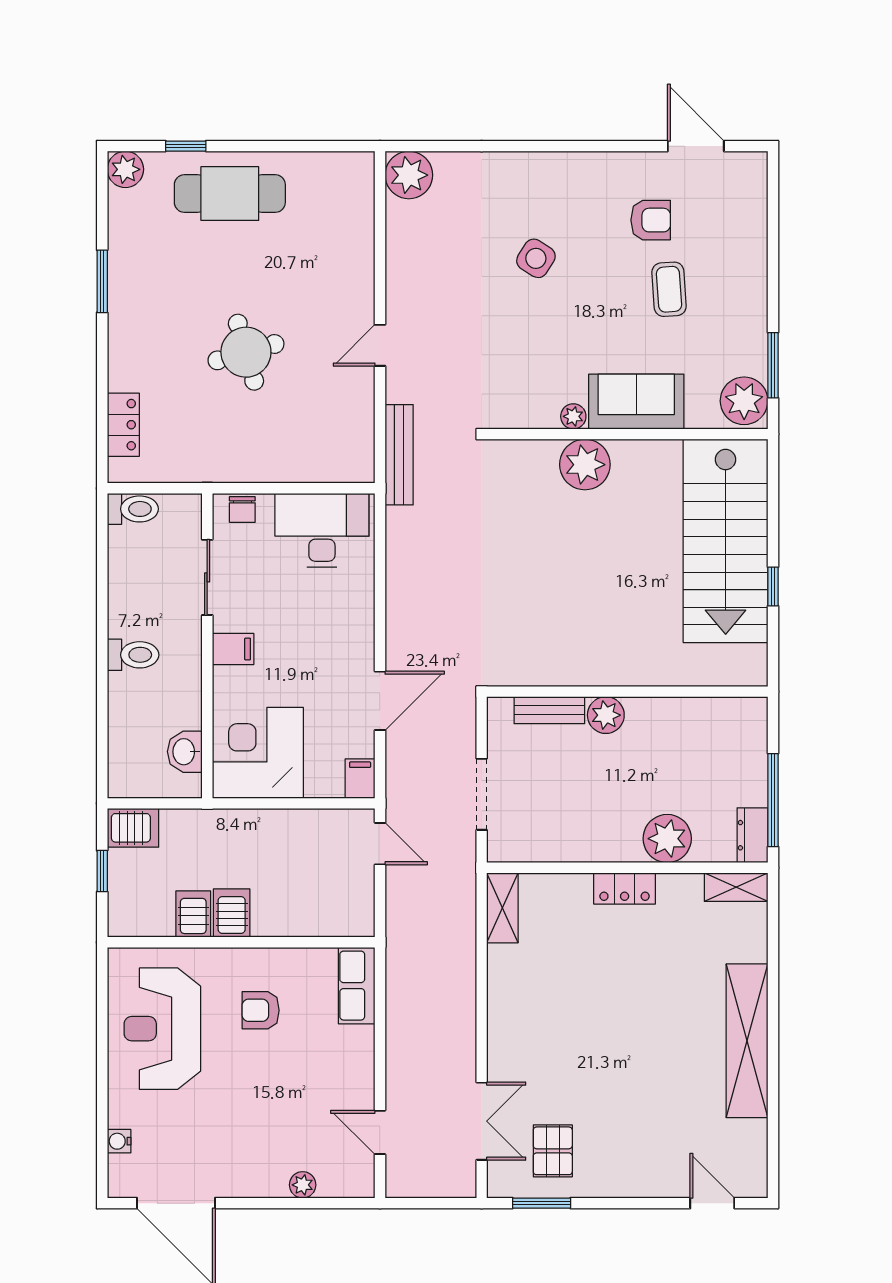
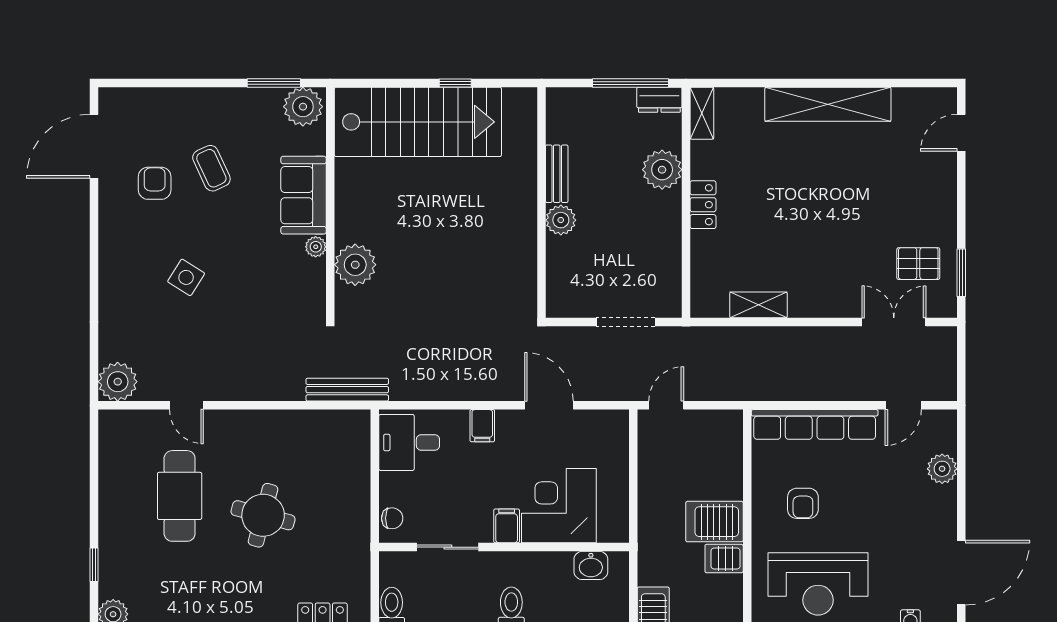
door: (696, 146) -> (94, 146), width x1.36
cafe table: (230, 194) -> (180, 496), moved
coffee table: (669, 289) -> (211, 168), turned 69
door: (380, 345) -> (186, 405), moved
round table: (246, 352) -> (263, 515), turned 31
plant: (585, 465) -> (355, 265), moved
desk: (322, 530) -> (409, 442), width x0.73
bench: (549, 710) -> (557, 174), moved
corner desk: (258, 753) -> (559, 506), moved, turned 90
filing cabinet: (360, 779) -> (482, 426), moved, turned -90
shelving: (502, 908) -> (758, 305), moved
server rack: (232, 913) -> (714, 522), width x1.36, depth x1.44
row of seats: (357, 986) -> (815, 424), width x2.02
plant: (303, 1185) -> (942, 469), width x1.38, depth x1.38

